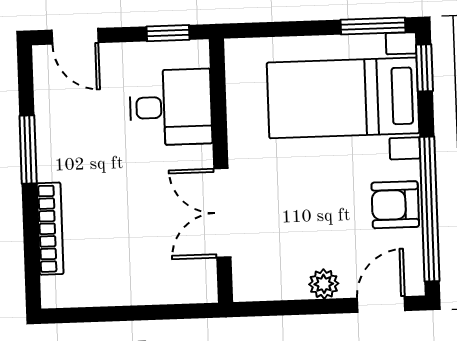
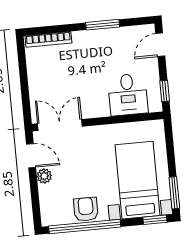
double door: (222, 213) -> (60, 125), moved
bookcase: (50, 229) -> (48, 39), moved
door: (381, 304) -> (31, 156), moved

